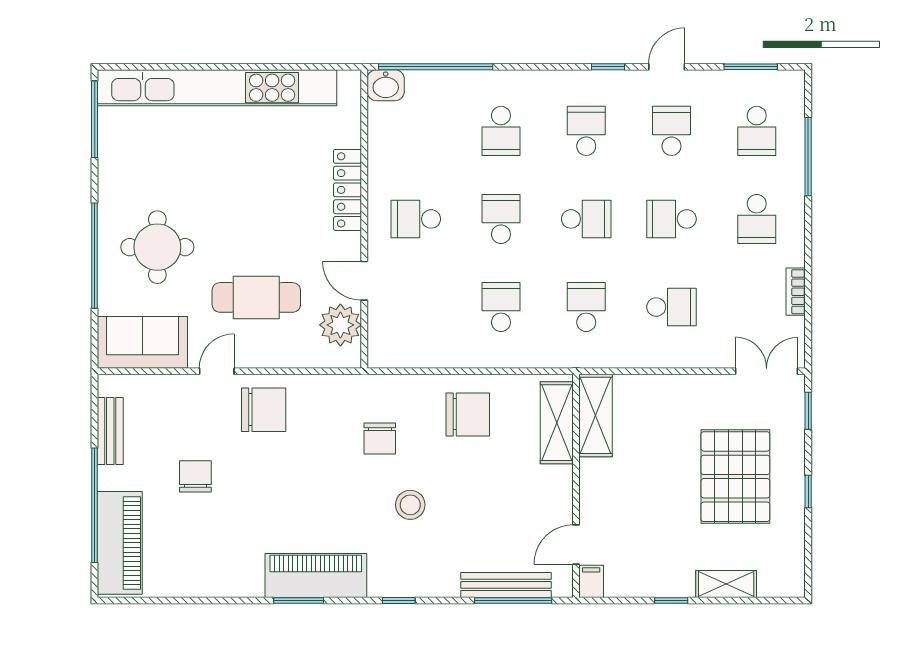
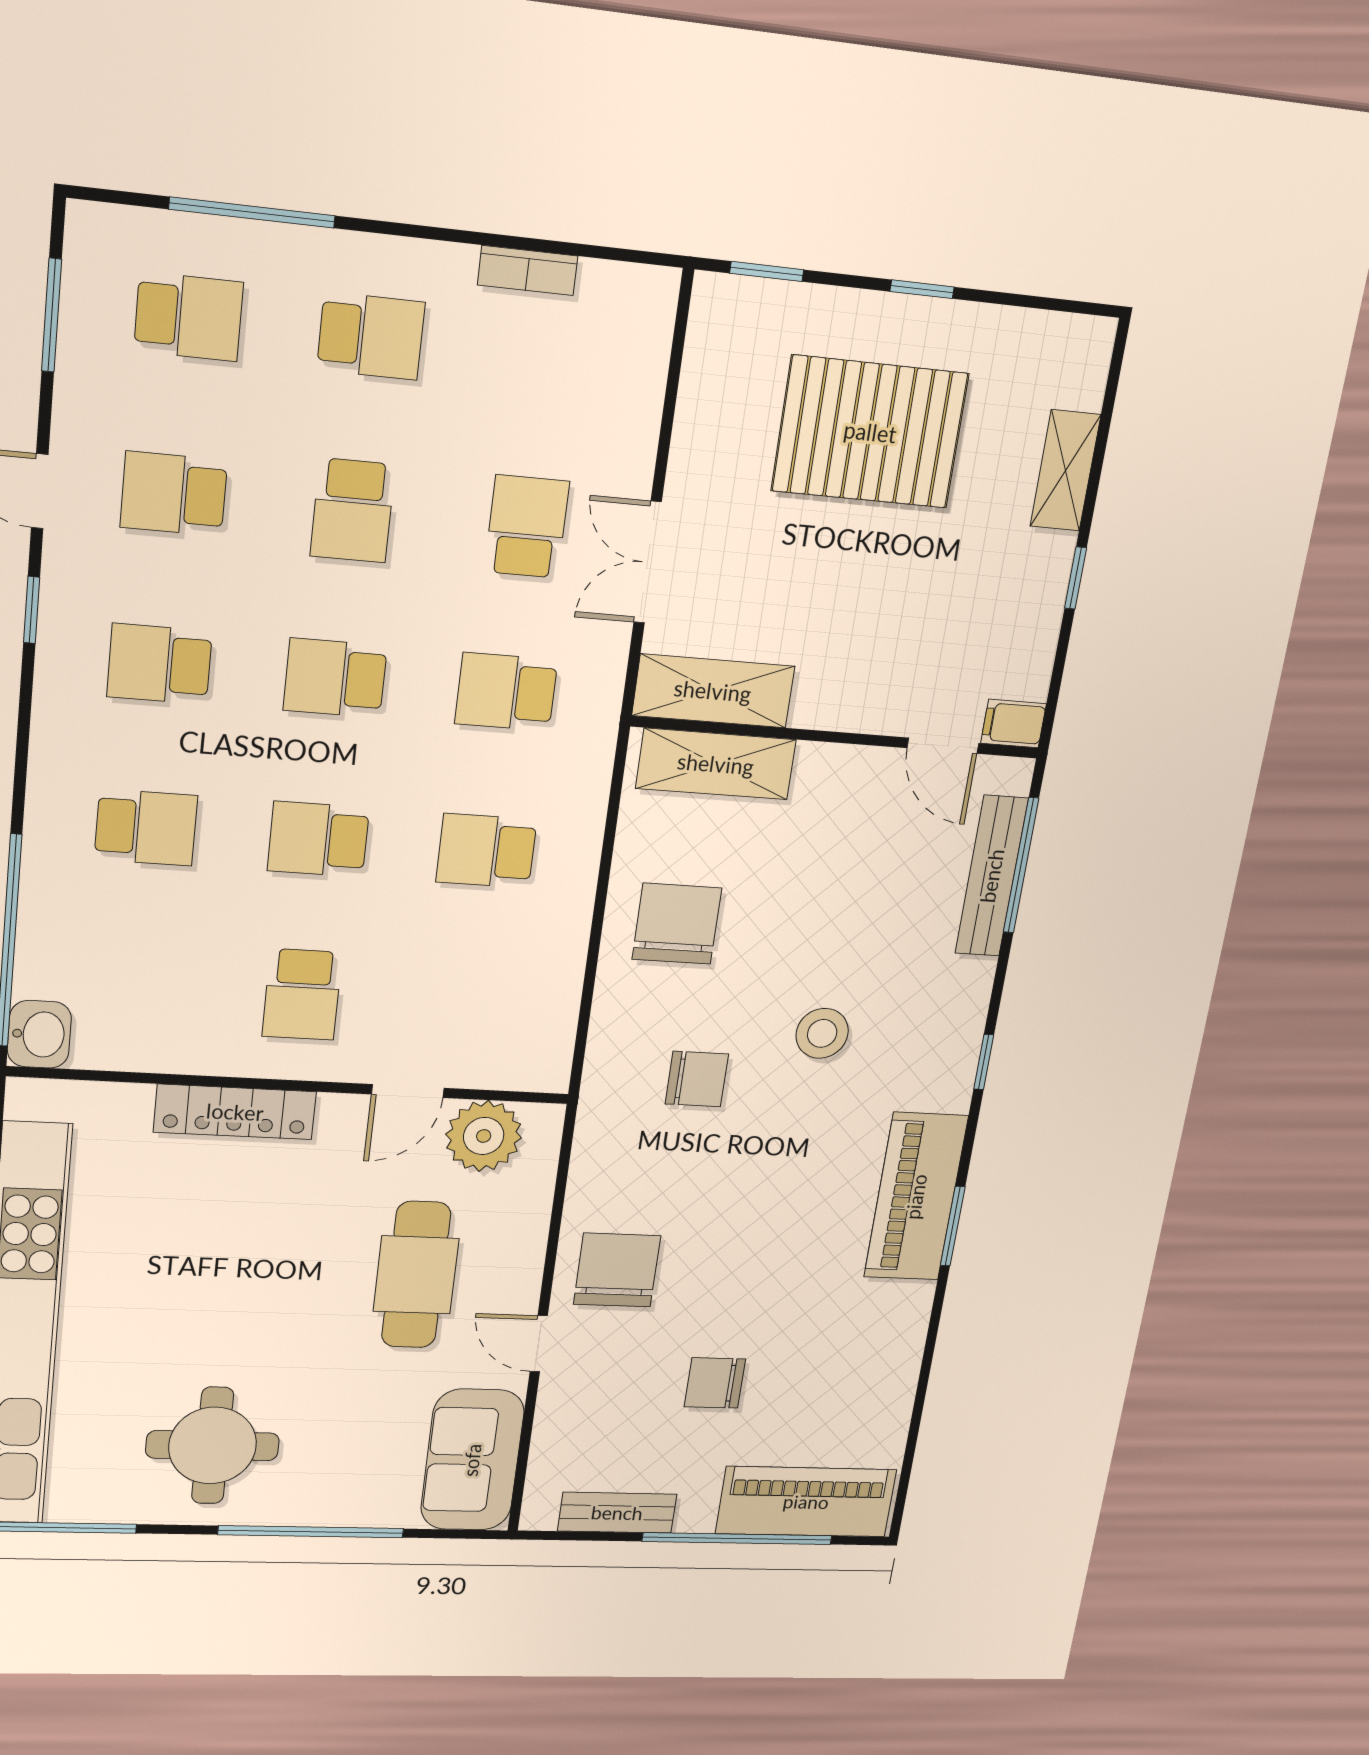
school desk: (586, 219) -> (335, 678), turned -90
round table: (157, 247) -> (213, 1446), moved
double door: (767, 371) -> (648, 562), moved

